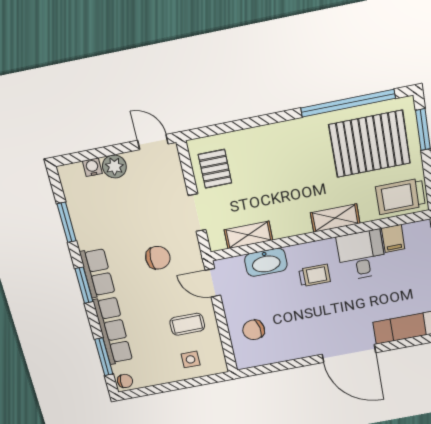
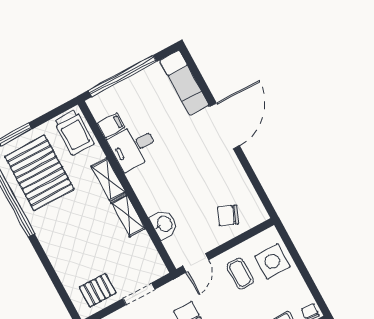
shelving: (248, 235) -> (128, 216), moved
washbasin: (266, 262) -> (164, 224), width x0.72
trolley: (315, 275) -> (163, 180), removed
chair: (254, 330) -> (228, 215), turned 123
side table: (191, 359) -> (272, 261), width x1.87, depth x1.87

